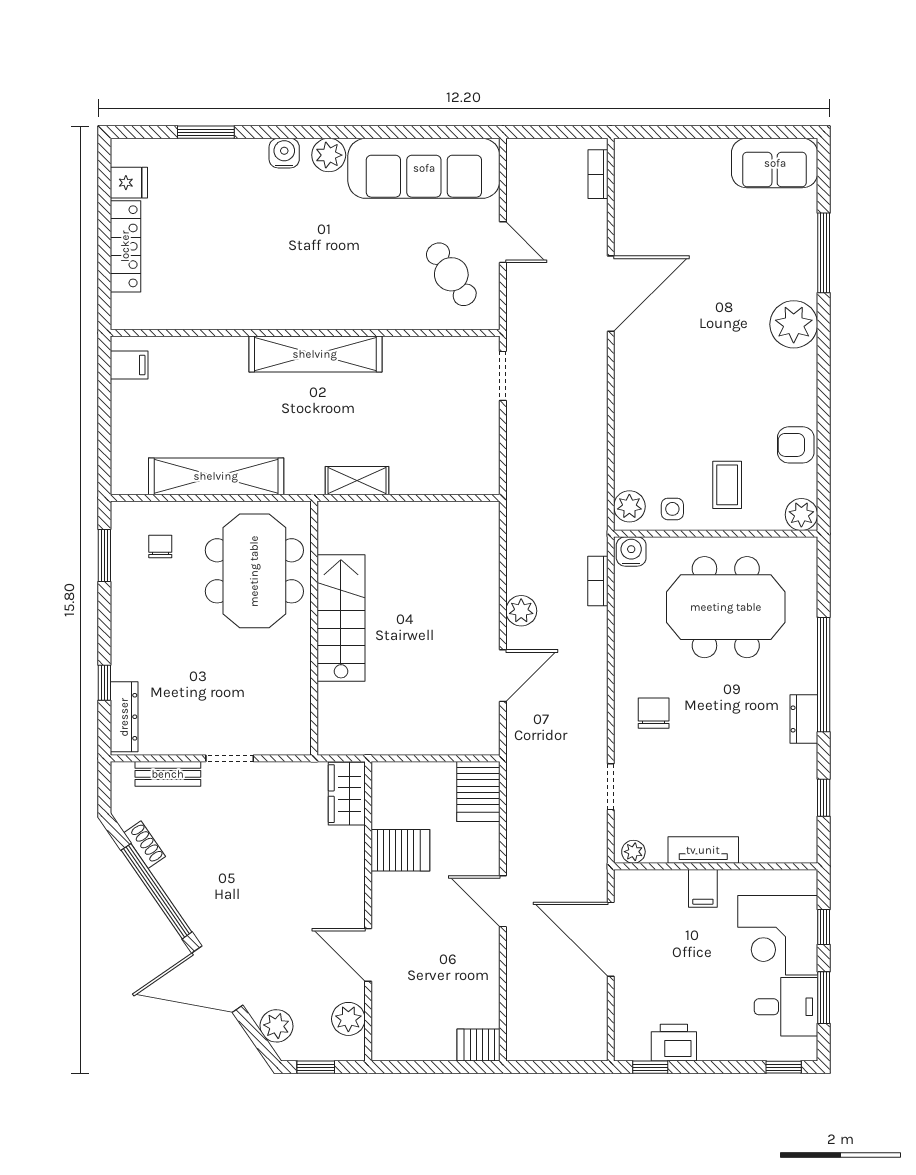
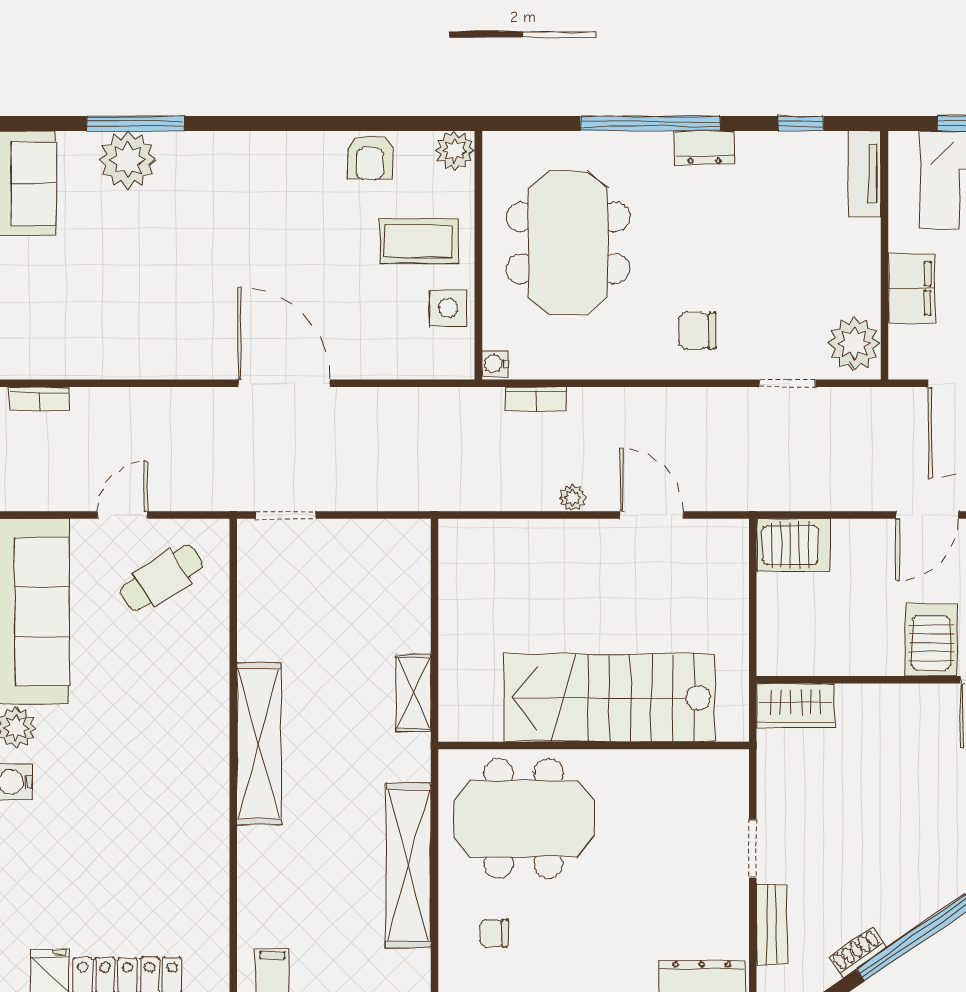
door: (611, 294) -> (284, 383), moved
plant: (794, 324) -> (128, 160), moved
coffee table: (727, 485) -> (419, 241), width x1.36, depth x1.30
plant: (629, 506) -> (445, 360), removed
side table: (672, 509) -> (448, 308), width x1.37, depth x1.37
water cooler: (631, 552) -> (495, 363), width x0.72, depth x0.72
plant: (521, 611) -> (572, 498), width x0.73, depth x0.73
stairs: (341, 618) -> (609, 698), width x1.36, depth x1.51
server rack: (400, 850) -> (931, 640), moved
tv unit: (703, 850) -> (864, 174), moved
plant: (633, 852) -> (854, 343), width x1.88, depth x1.88
filing cabinet: (703, 888) -> (911, 288), width x2.00

